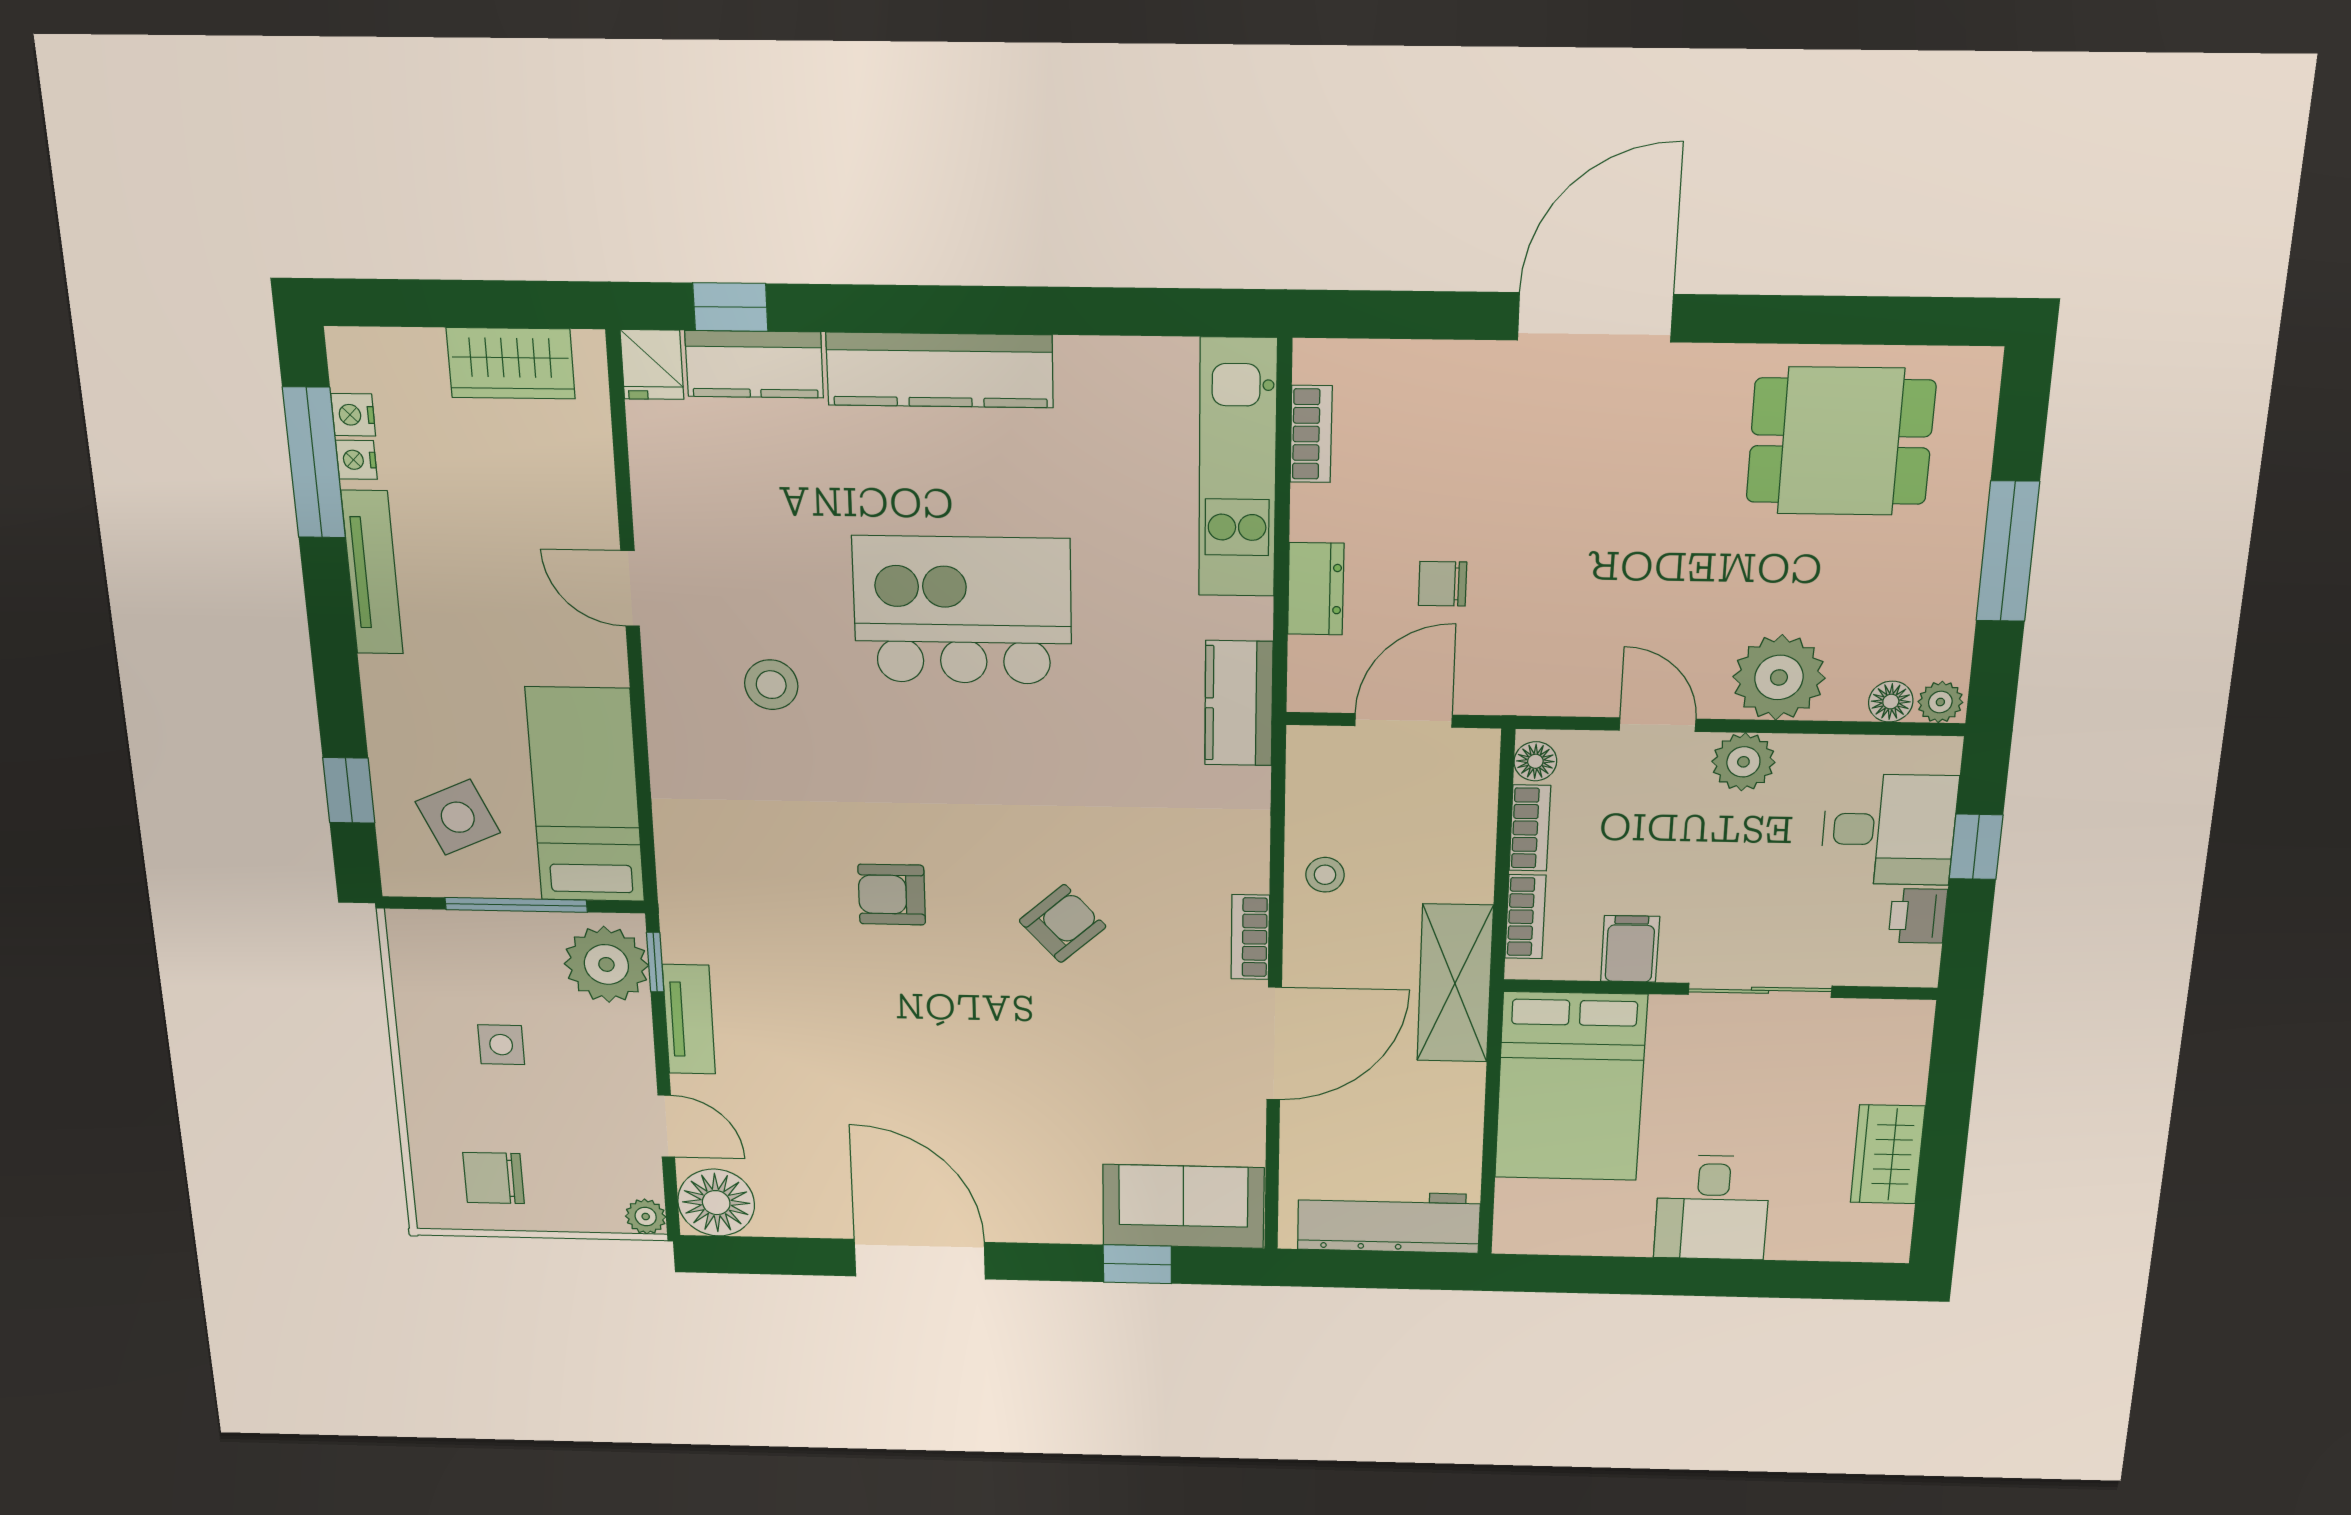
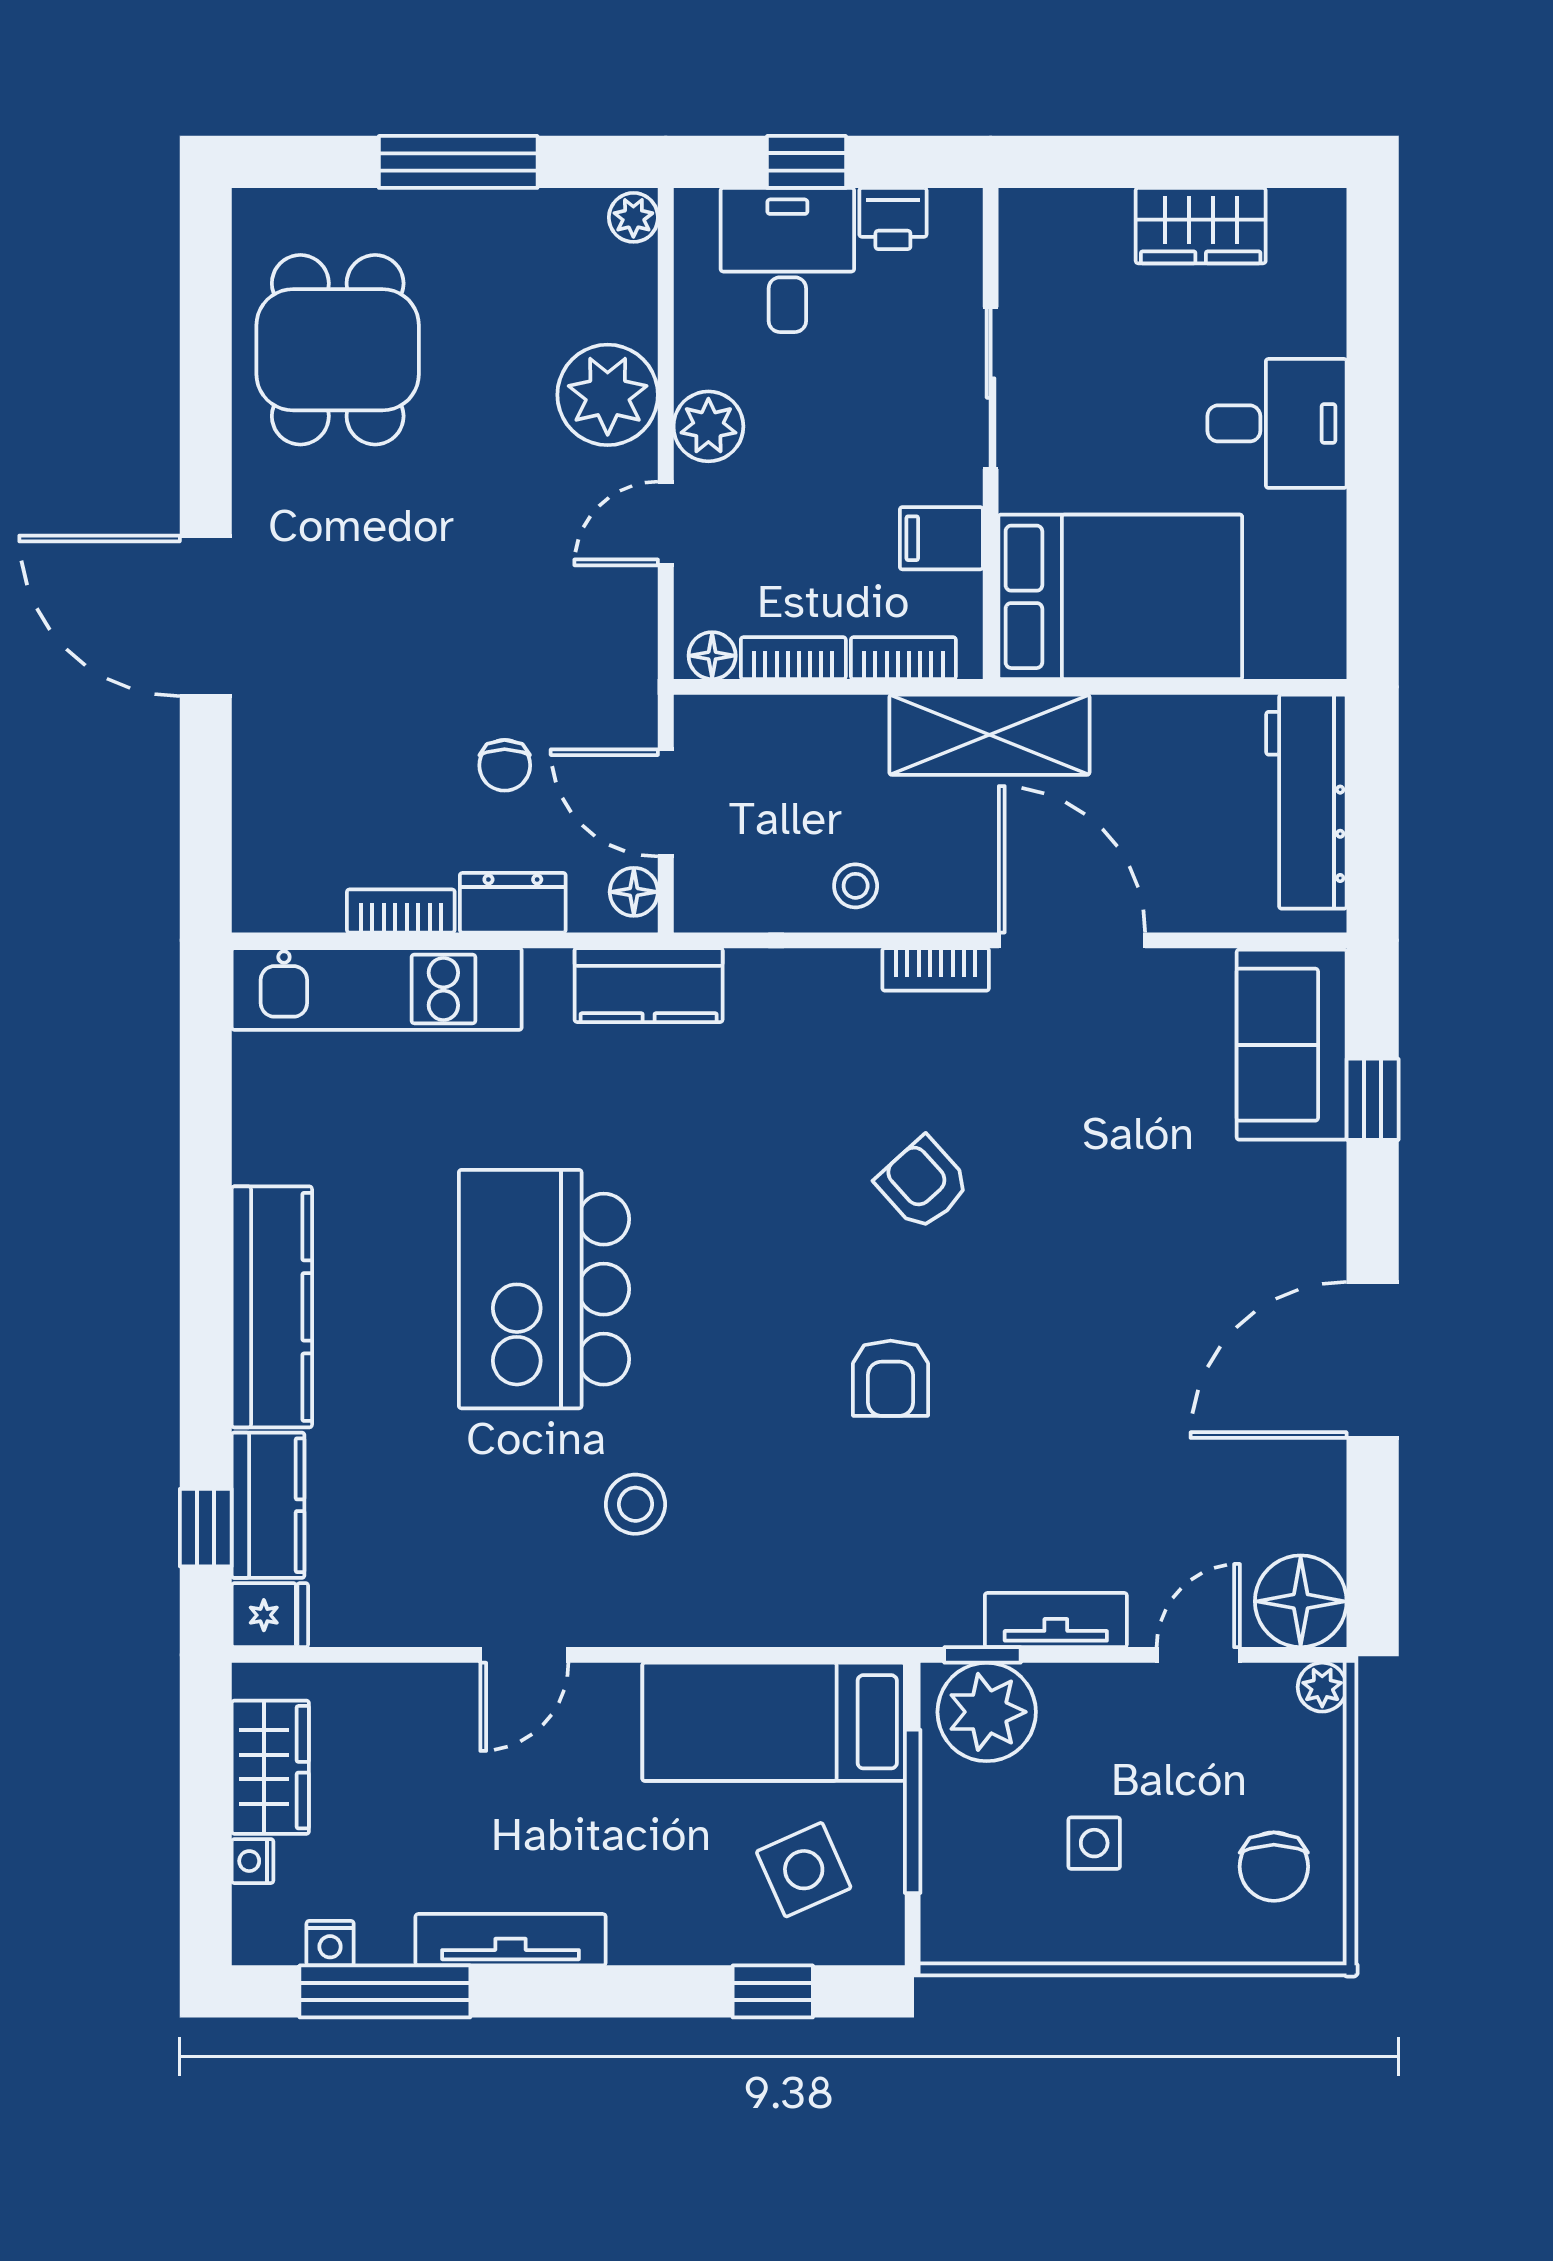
bookcase: (1311, 434) -> (401, 911), moved
nightstand: (356, 460) -> (253, 1861), moved, turned 90
floor lamp: (1891, 702) -> (634, 892), moved

